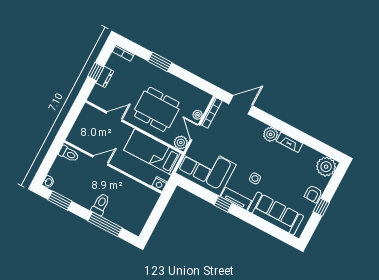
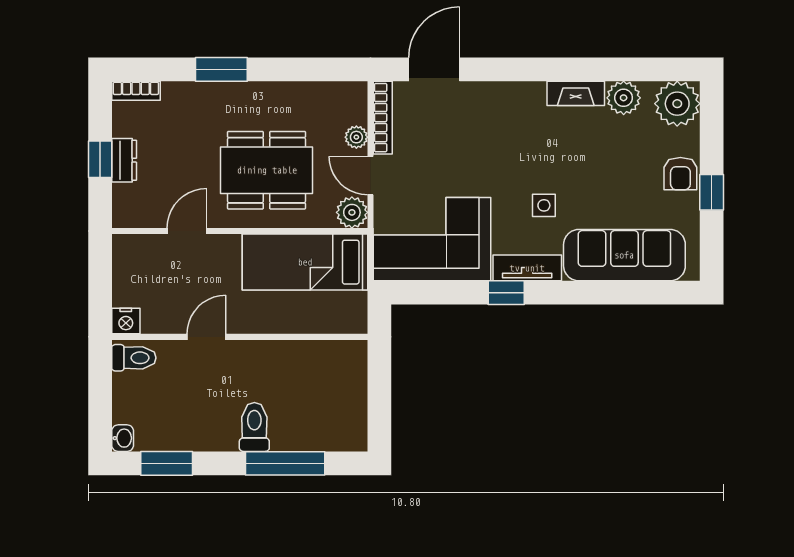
plant: (271, 134) -> (624, 98), moved
nightstand: (159, 184) -> (126, 321), moved

